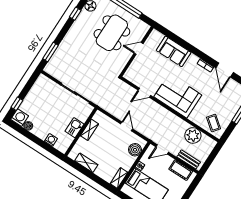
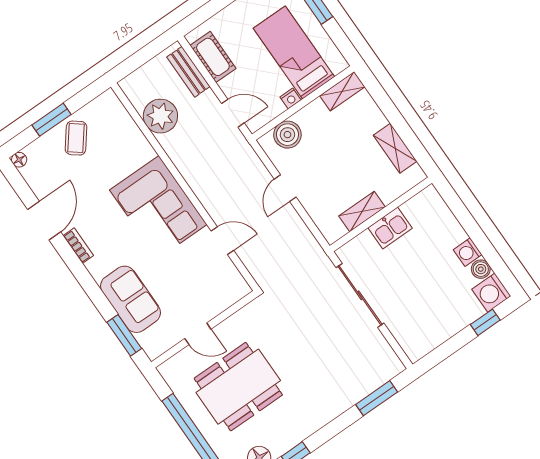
window: (170, 35) -> (124, 335), added
coffee table: (214, 123) -> (76, 138), moved
washing machine: (51, 140) -> (468, 252), moved

